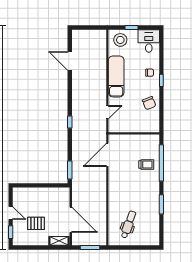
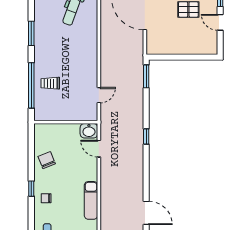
exam couch: (116, 76) -> (91, 200), width x0.73, depth x0.69
door: (107, 112) -> (99, 149), hinge flipped
washbasin: (115, 127) -> (89, 131), added
door: (107, 155) -> (99, 95), width x0.53

